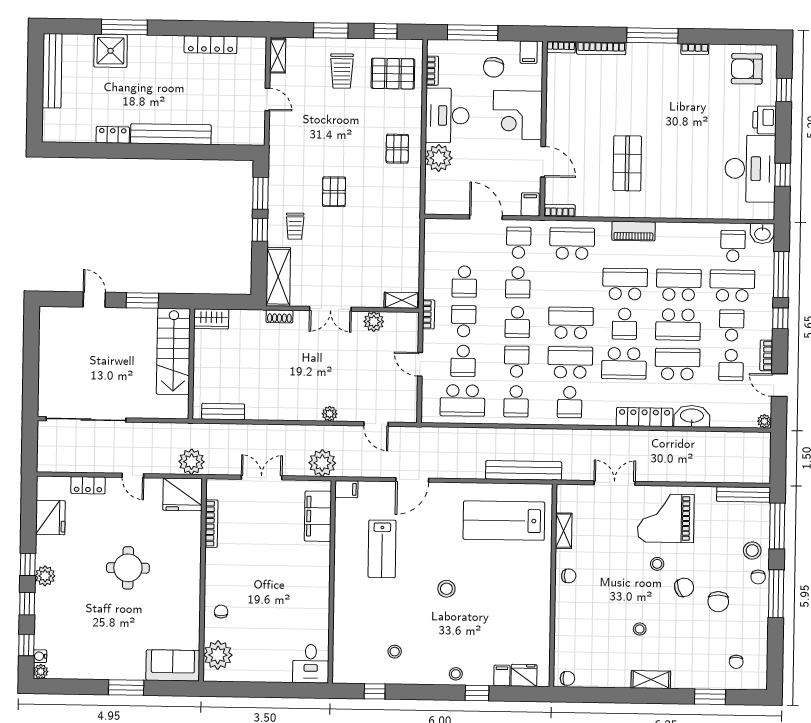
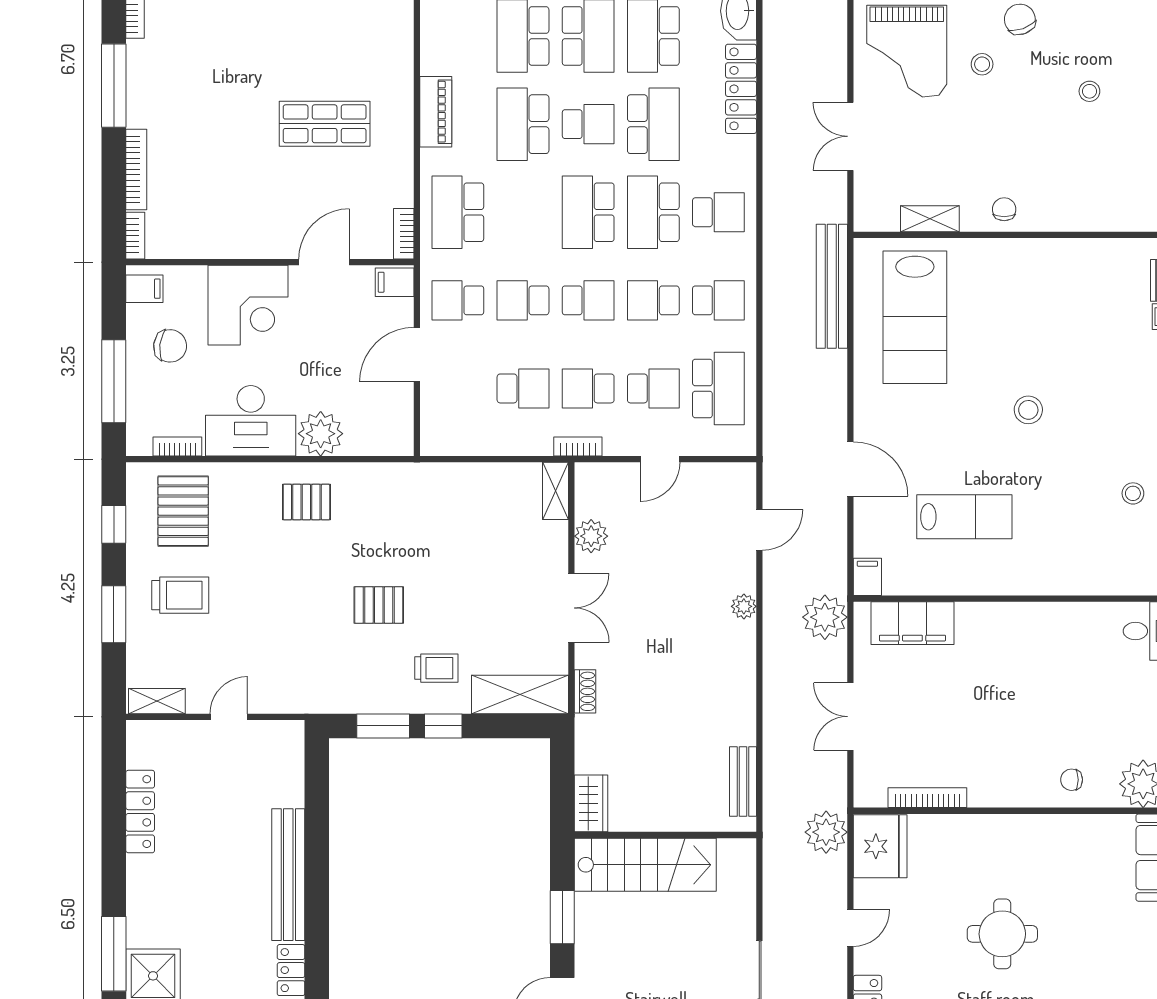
school desk: (518, 282) -> (523, 300), turned 180

